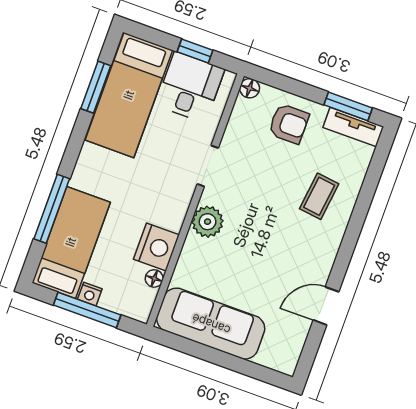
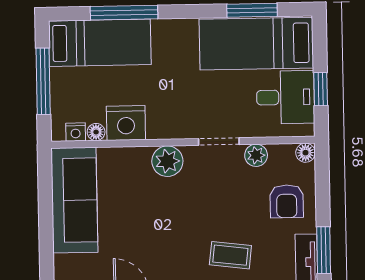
plant: (234, 136) -> (256, 155), added
nightstand: (90, 294) -> (76, 132), moved, turned -90

